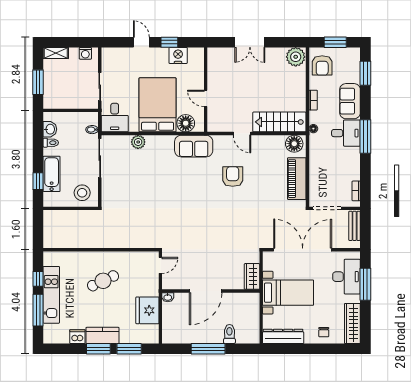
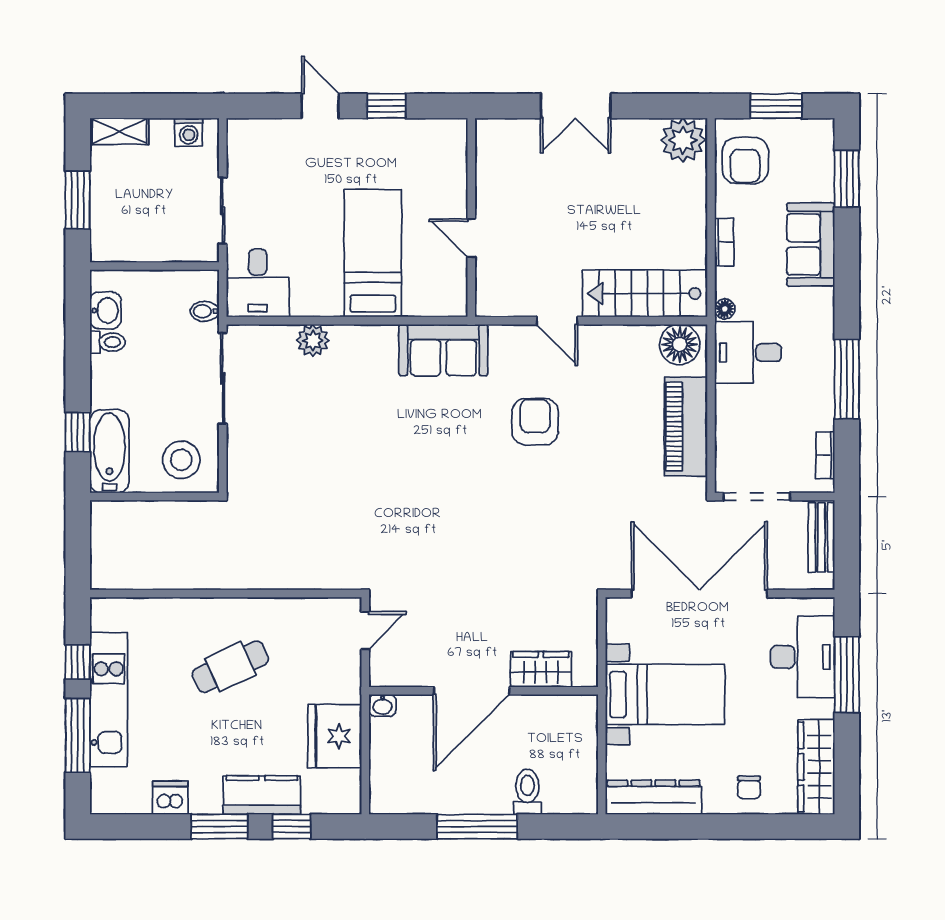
nightstand: (178, 55) -> (407, 137), removed
bed: (158, 105) -> (373, 253), width x0.67
floor lamp: (186, 123) -> (425, 296), removed
desk: (346, 133) -> (748, 353), moved, turned 180
window: (365, 136) -> (847, 379), moved
bathtub: (52, 174) -> (109, 451), moved
wardrobe: (252, 276) -> (541, 669), moved, turned 90
kitchen counter: (102, 335) -> (262, 795), moved
window: (129, 349) -> (292, 827), width x0.67

